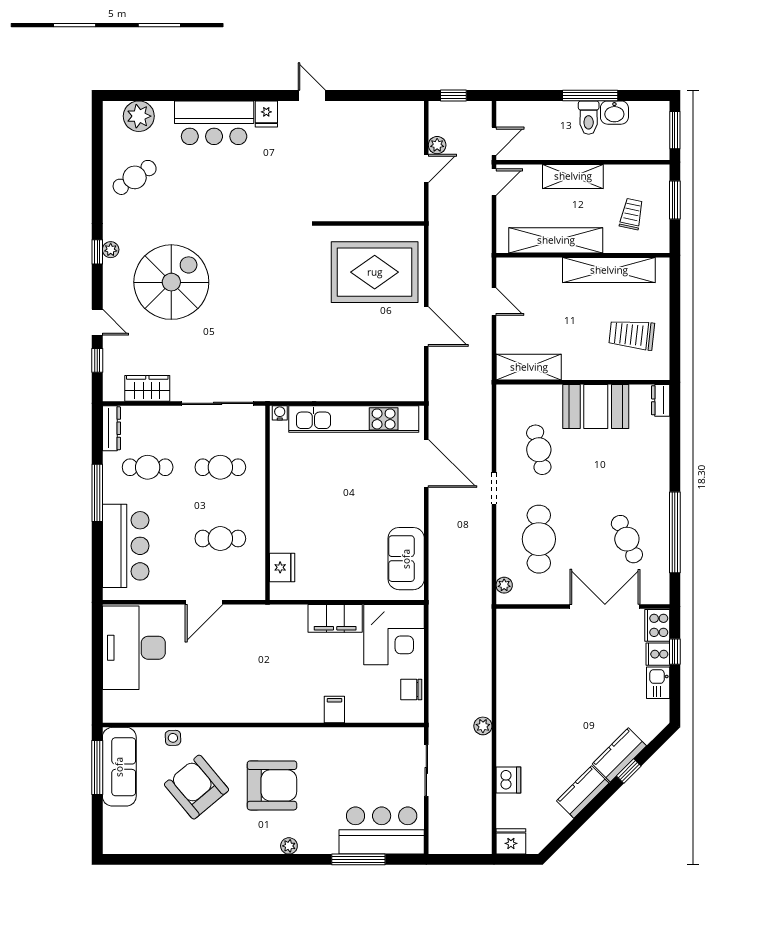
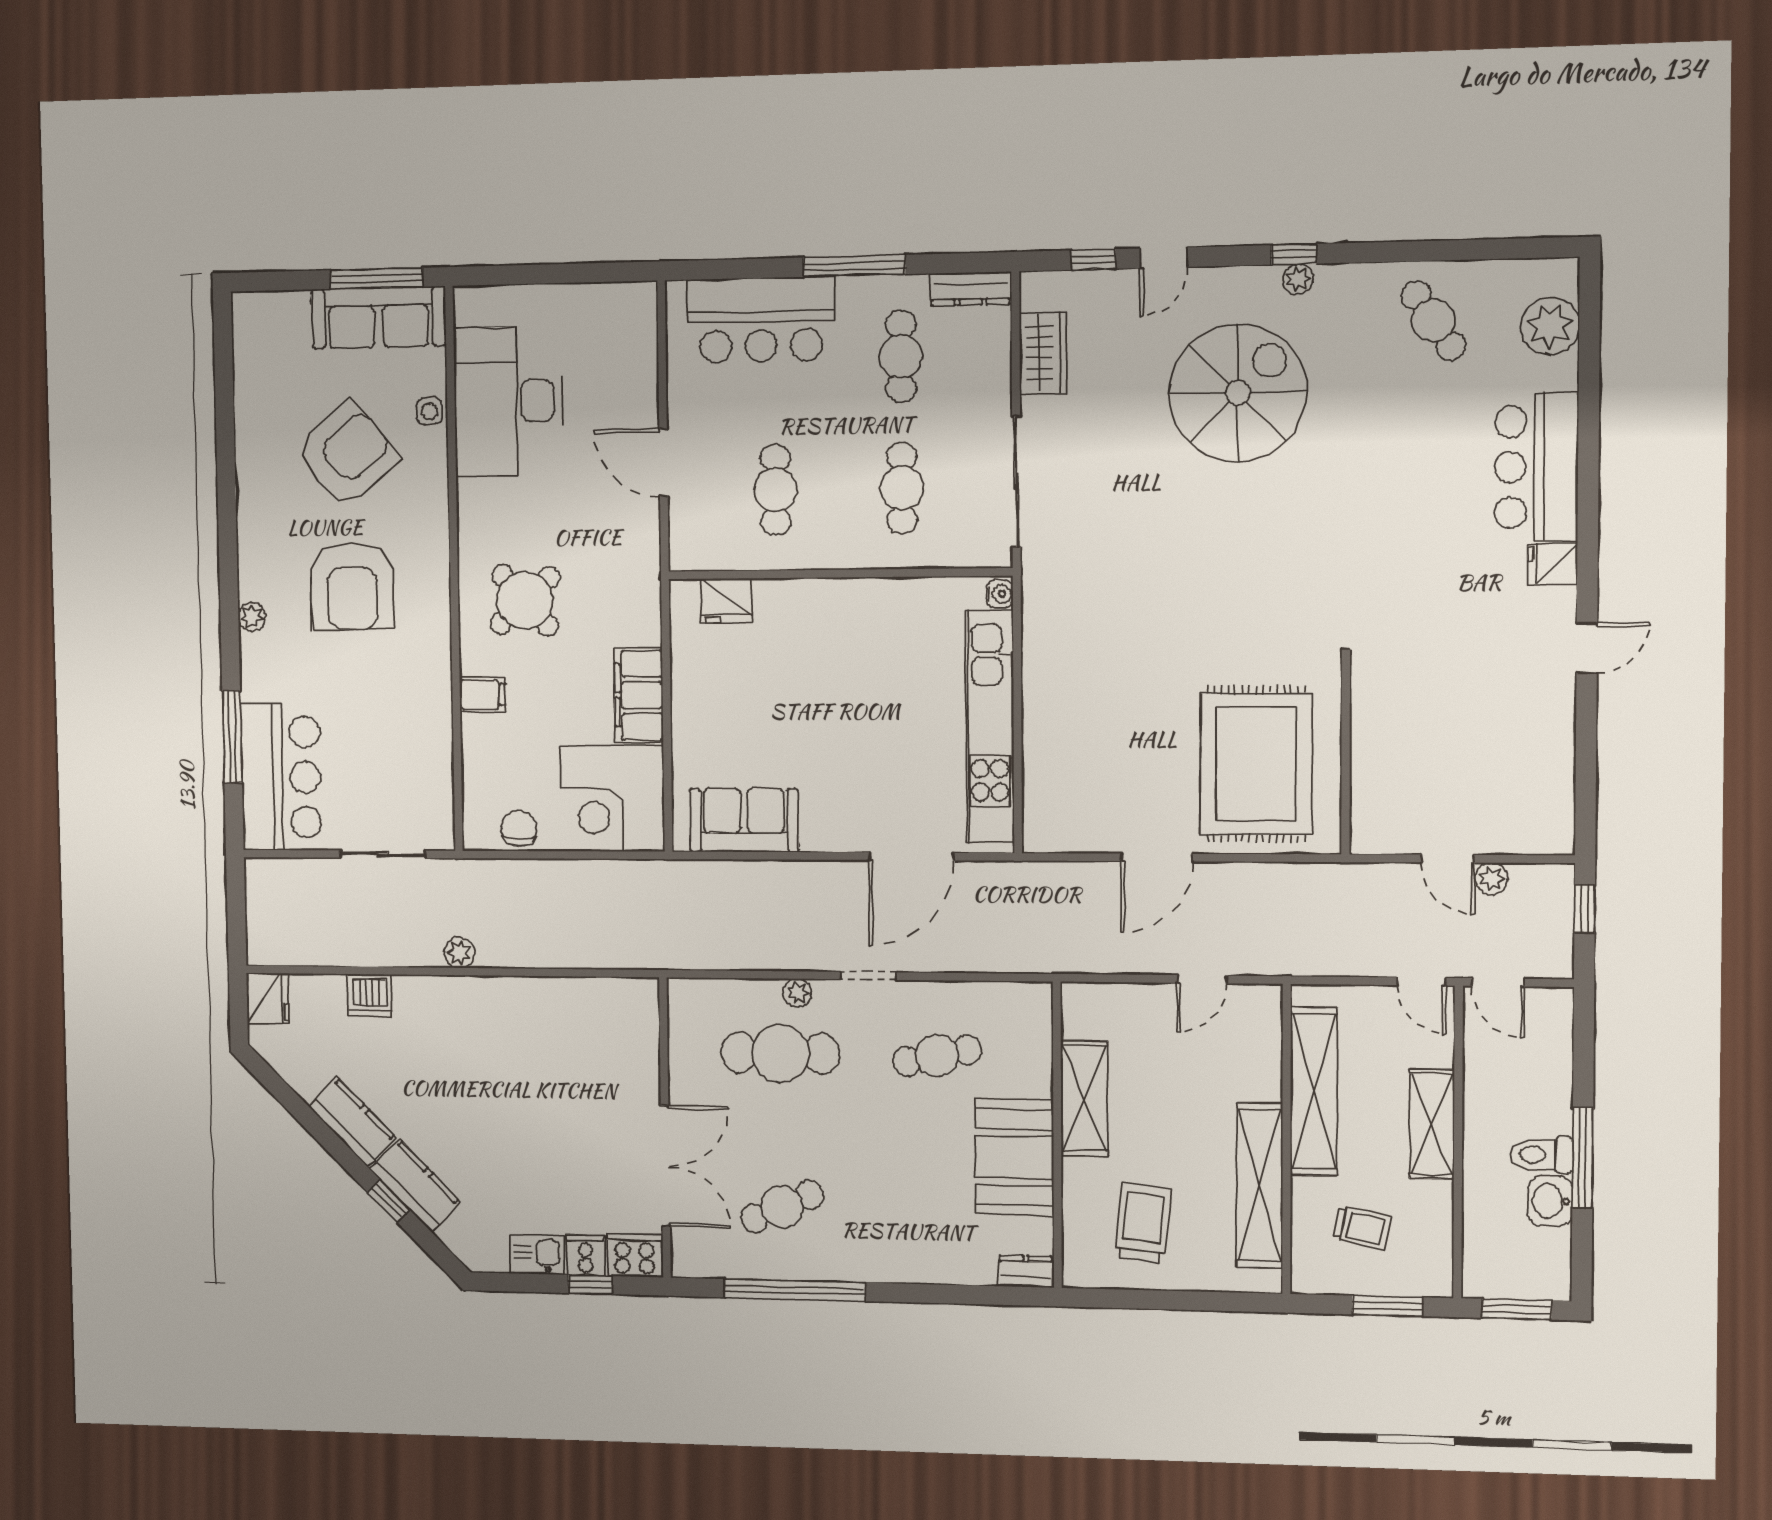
spiral stairs: (171, 282) -> (1238, 393), turned -90
shelving: (529, 367) -> (1084, 1098), moved
plant: (504, 585) -> (798, 993), moved
desk: (134, 648) -> (508, 401), moved, turned -90
round table: (281, 684) -> (525, 600), added

